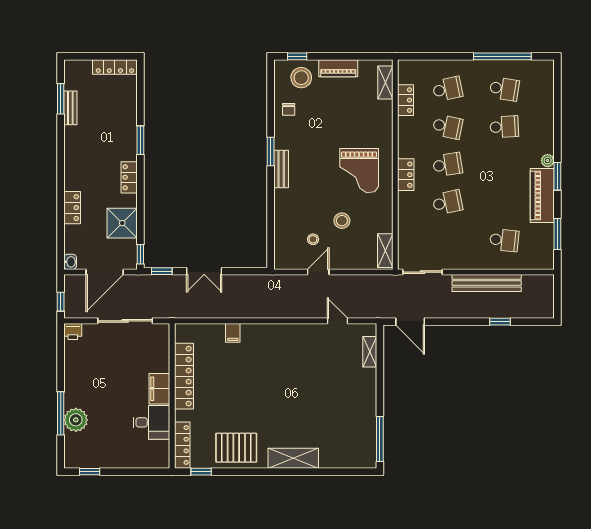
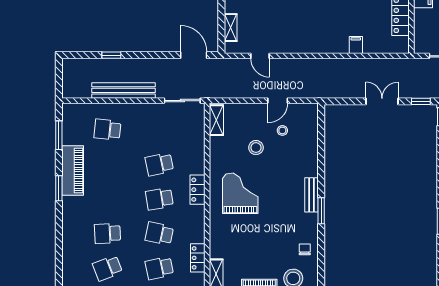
school desk: (504, 89) -> (107, 268), turned -30
plant: (548, 161) -> (68, 203), removed

